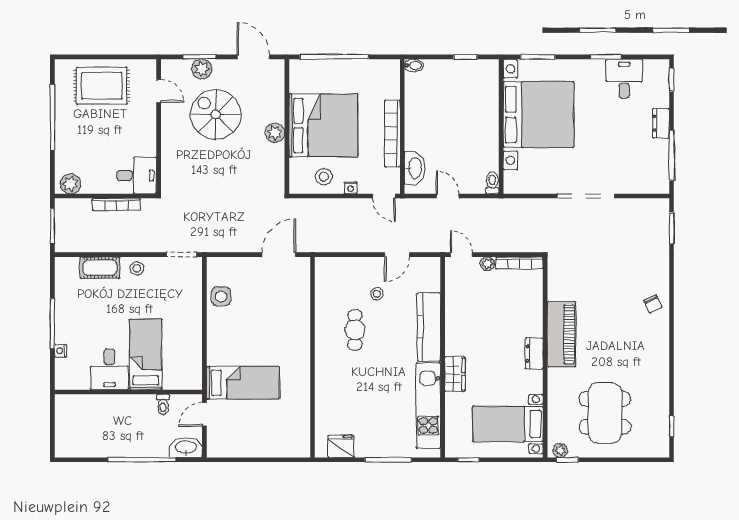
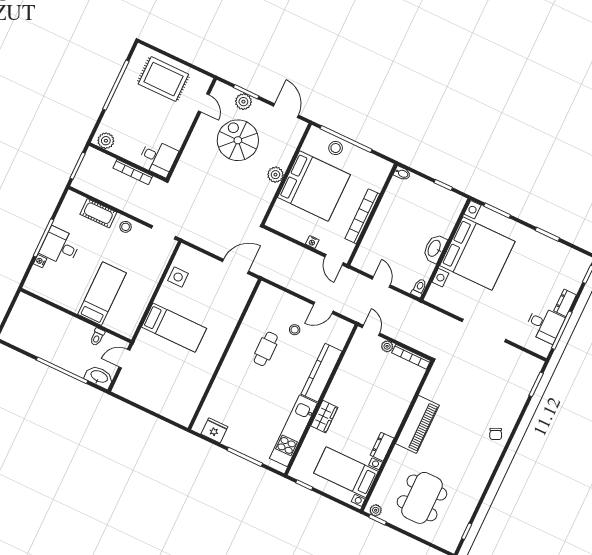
desk: (624, 79) -> (545, 324), moved, turned 90
washbasin: (415, 168) -> (435, 249), moved, turned 180
stool: (324, 177) -> (336, 148), moved
dresser: (534, 353) -> (382, 447), moved
desk: (109, 369) -> (60, 246), moved, turned 90
bed: (243, 383) -> (174, 328), moved

